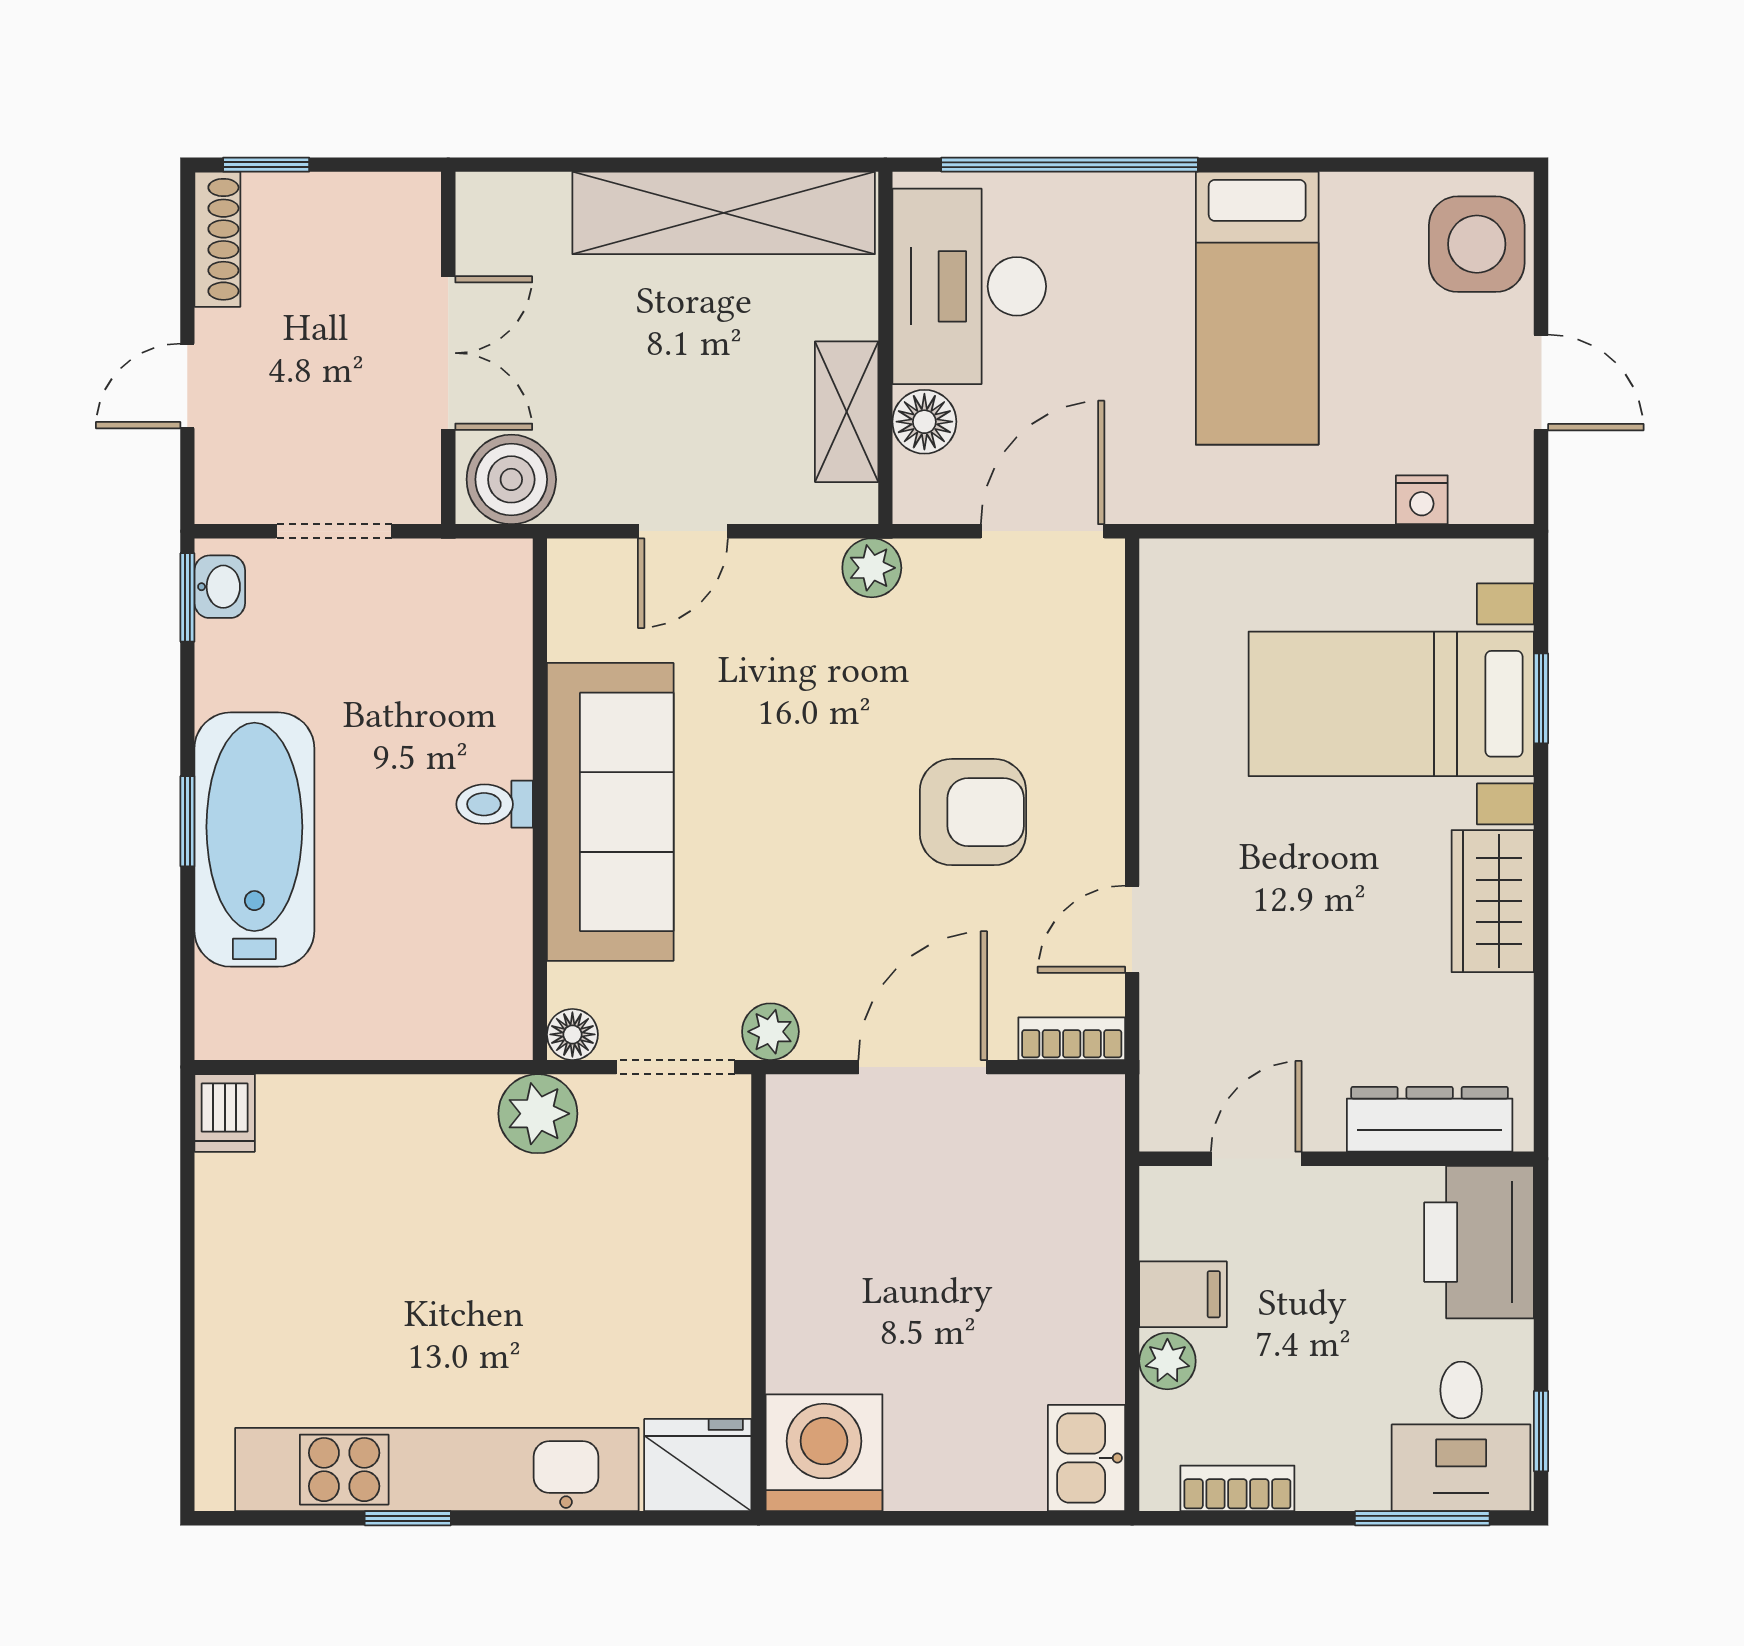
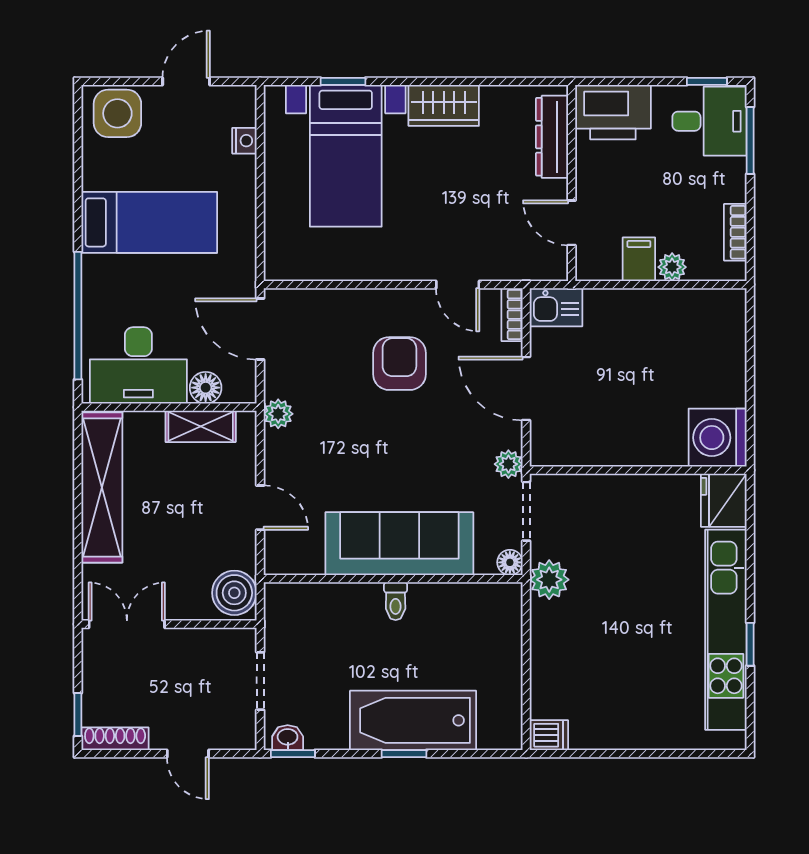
double door: (448, 353) -> (127, 624), moved
kitchen sink: (1087, 1458) -> (556, 307), moved

